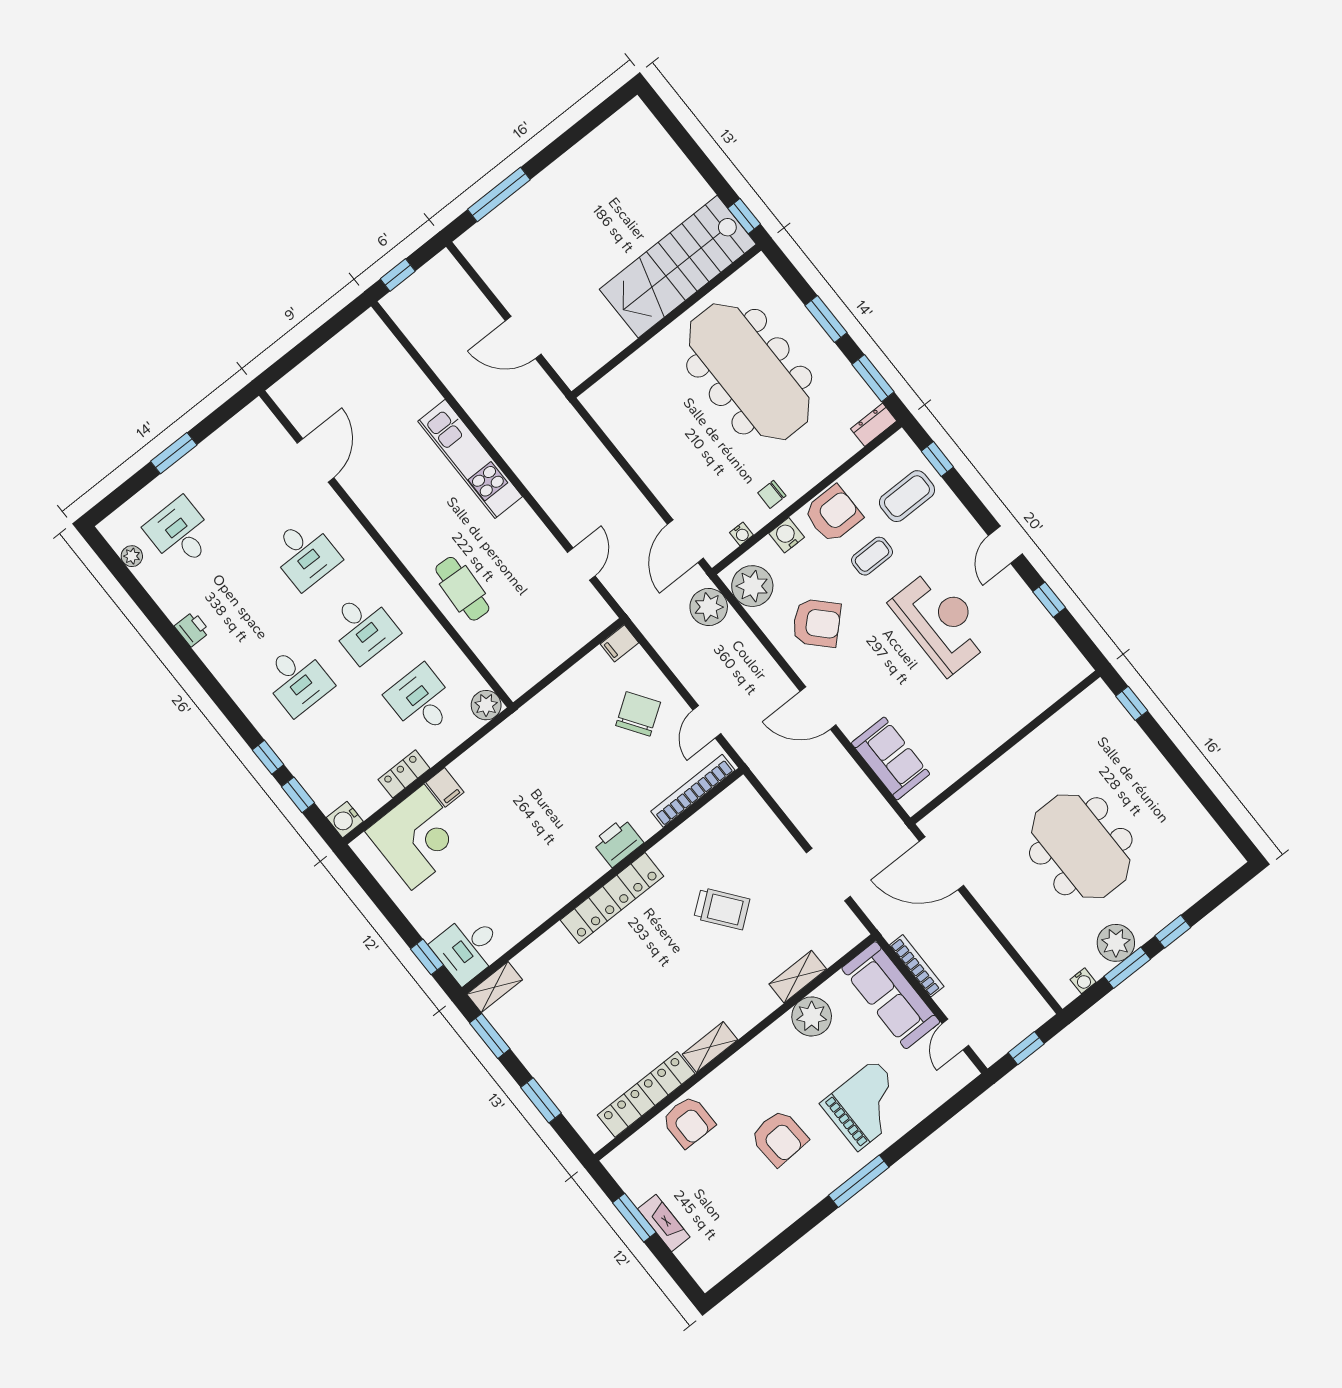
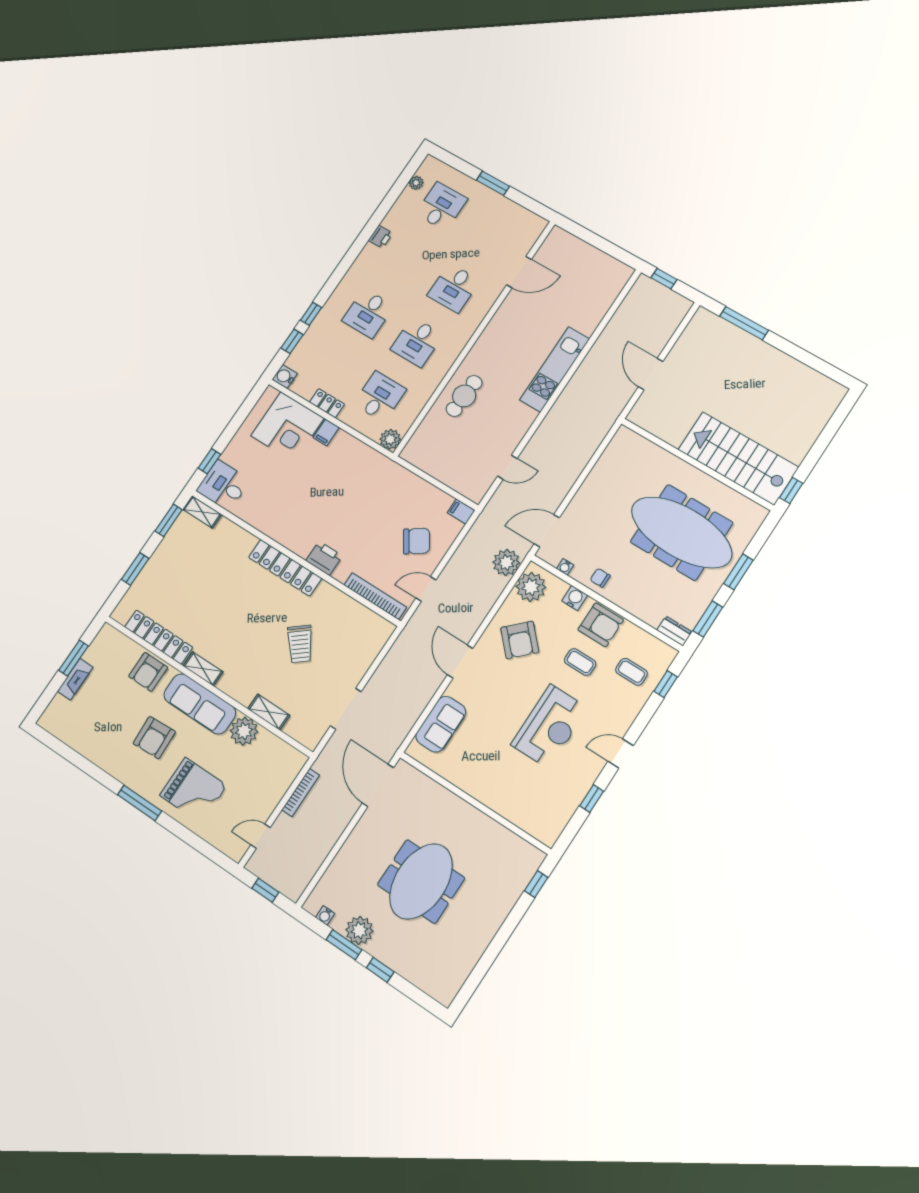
meeting table: (749, 372) -> (682, 532), turned 90
coffee table: (907, 496) -> (631, 672), width x0.73, depth x0.77
sofa: (891, 995) -> (200, 704), moved, turned -90

